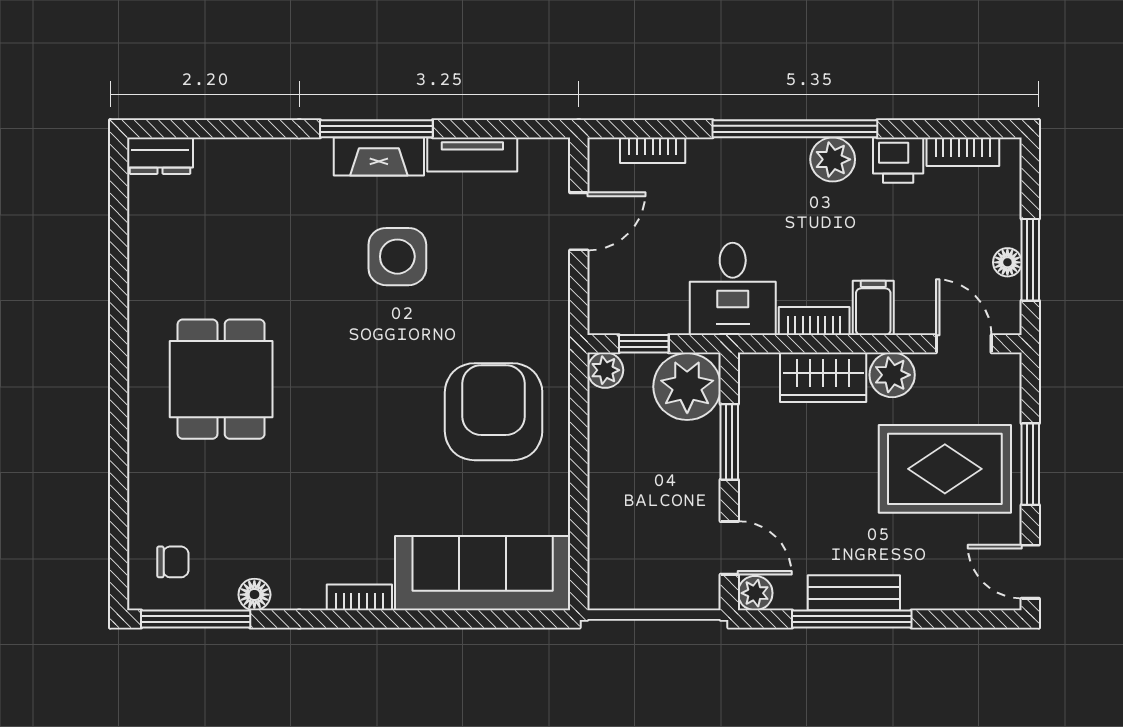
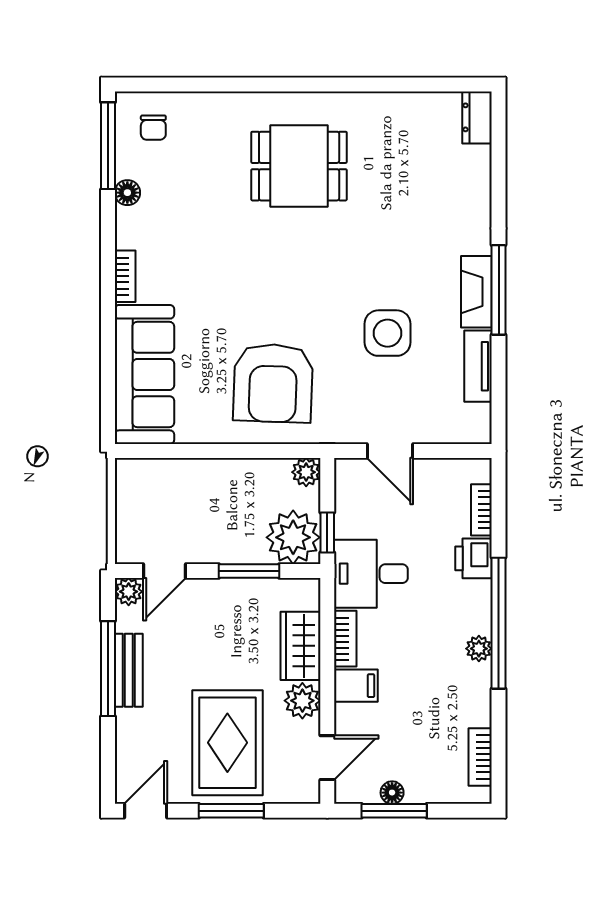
plant: (833, 159) -> (479, 649), width x0.73, depth x0.73
printer: (898, 160) -> (474, 558), moved
door: (579, 221) -> (390, 451), moved
side table: (397, 257) -> (388, 333), moved
window: (644, 344) -> (327, 532), moved
armchair: (494, 412) -> (273, 383), turned 92

